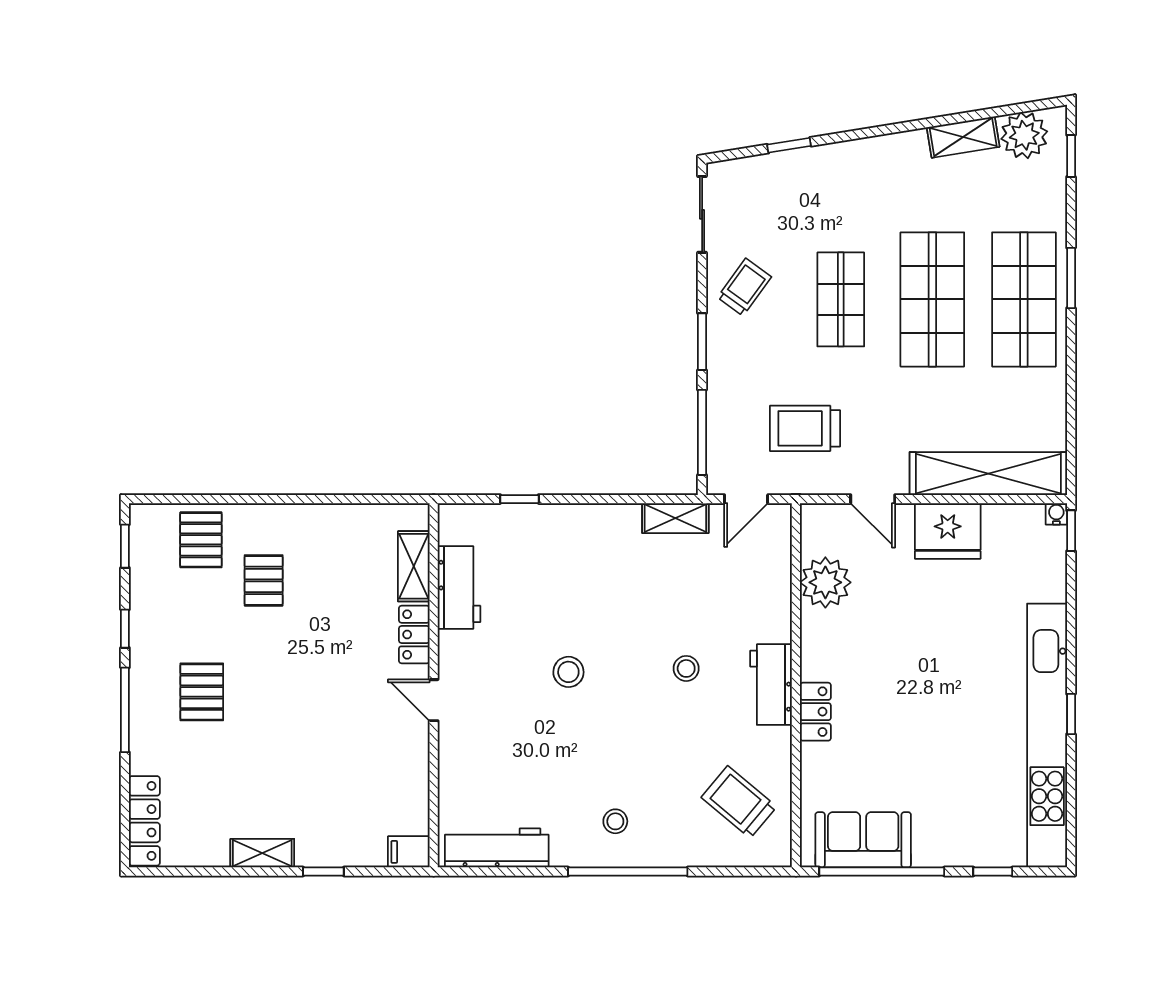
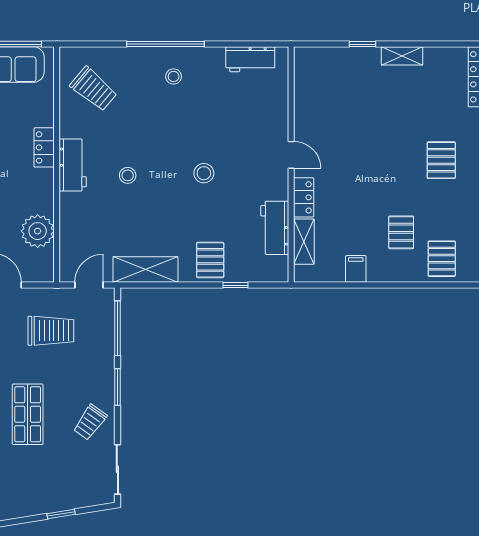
shelving: (675, 518) -> (145, 269), width x1.50, depth x1.33
pallet: (559, 538) -> (210, 260), added
workbench: (497, 848) -> (250, 59), width x0.73
filing cabinet: (409, 852) -> (356, 269), moved, turned -90

